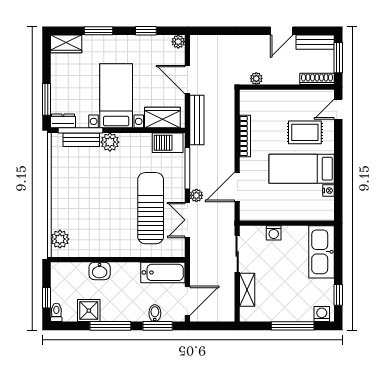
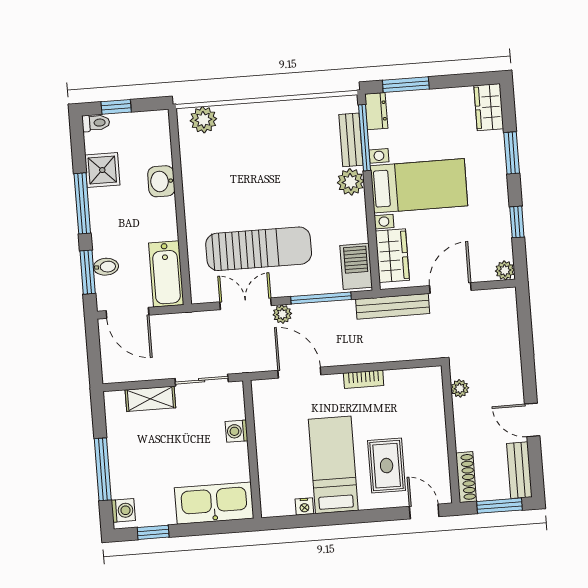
bookcase: (245, 136) -> (364, 379), width x0.64

